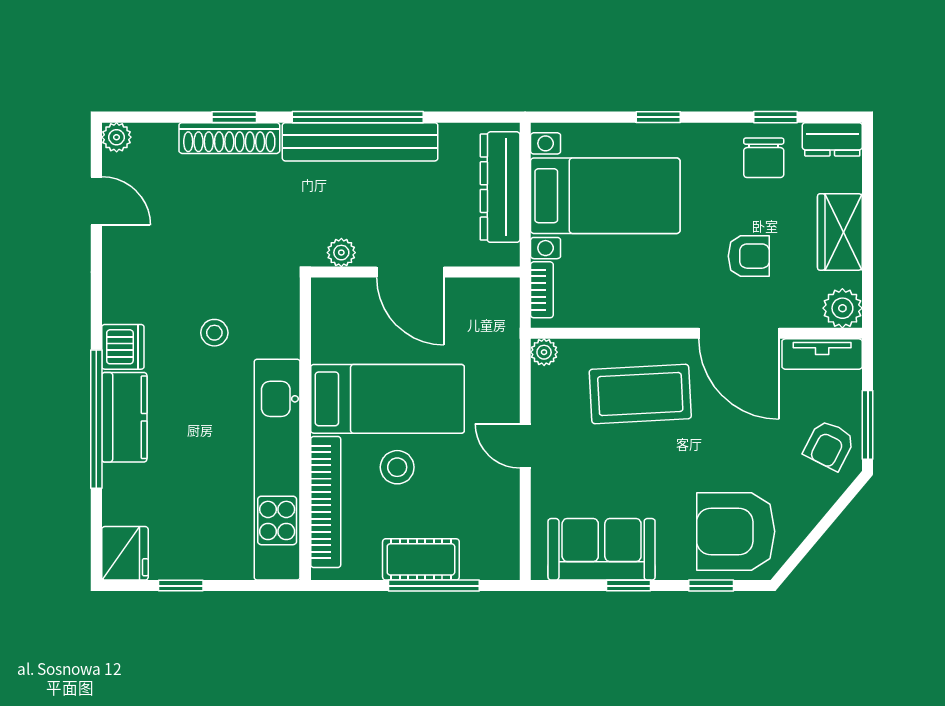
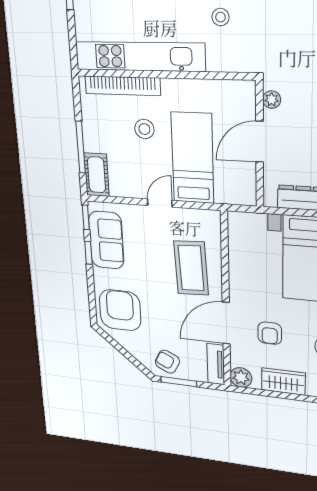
bookcase: (542, 290) -> (250, 219), removed
plant: (544, 352) -> (213, 217), removed
bed: (388, 399) -> (192, 158), moved, turned 180
cot: (421, 559) -> (96, 175), moved
window: (711, 586) -> (86, 217), moved

